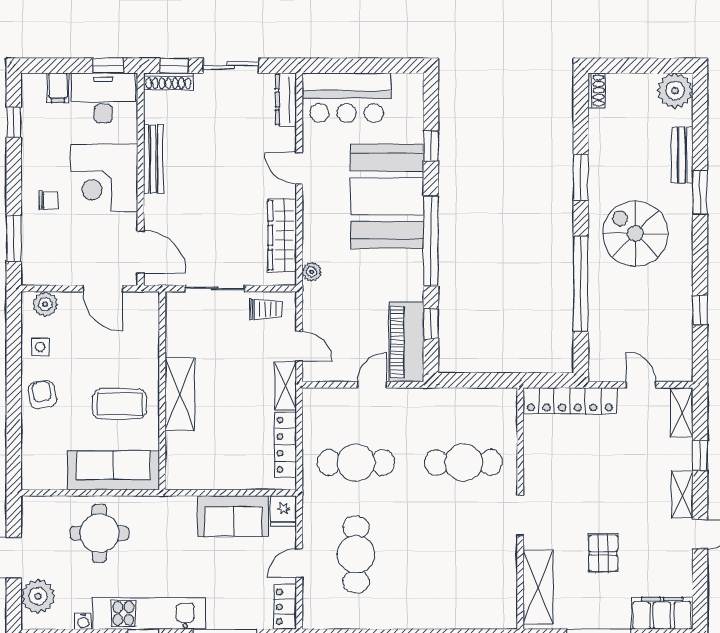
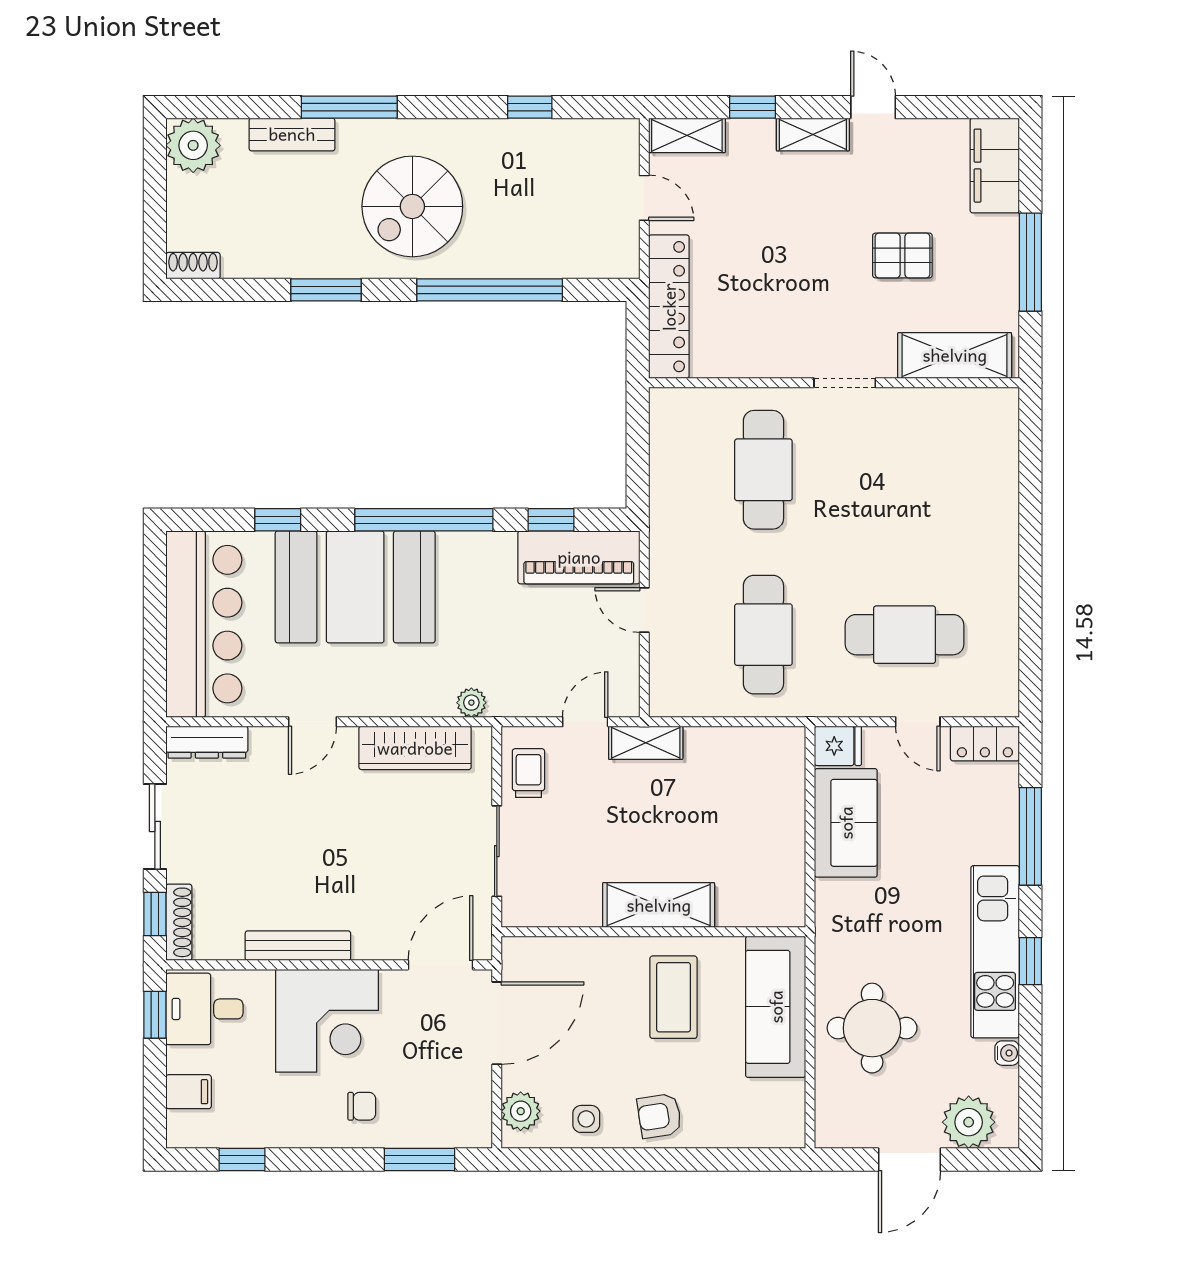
desk: (103, 98) -> (204, 1009), width x0.73
bar counter: (347, 98) -> (204, 624), width x1.36
window: (700, 192) -> (349, 107), width x1.44
chair: (48, 201) -> (362, 1106), turned 90
door: (103, 289) -> (497, 1023), width x1.36
door: (641, 385) -> (644, 198), swing flipped
locker: (285, 445) -> (736, 743), removed

